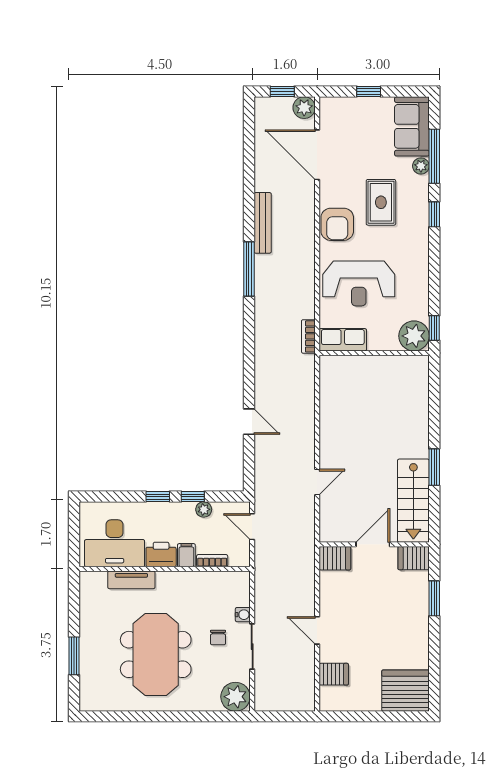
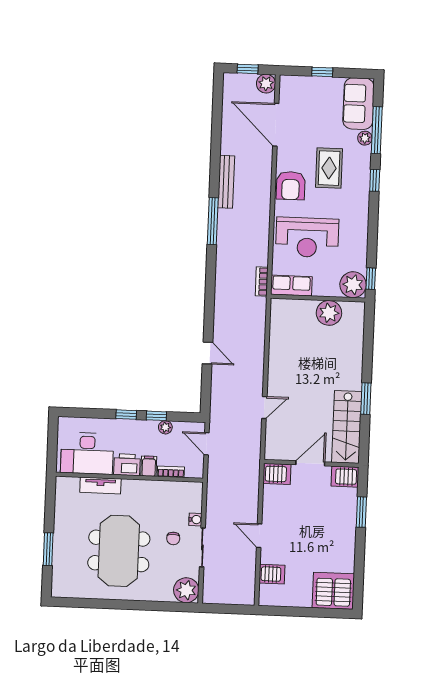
plant: (388, 370) -> (329, 313), added

